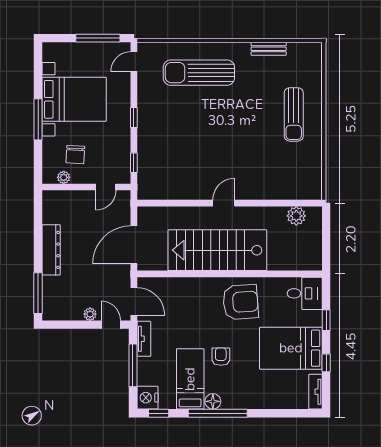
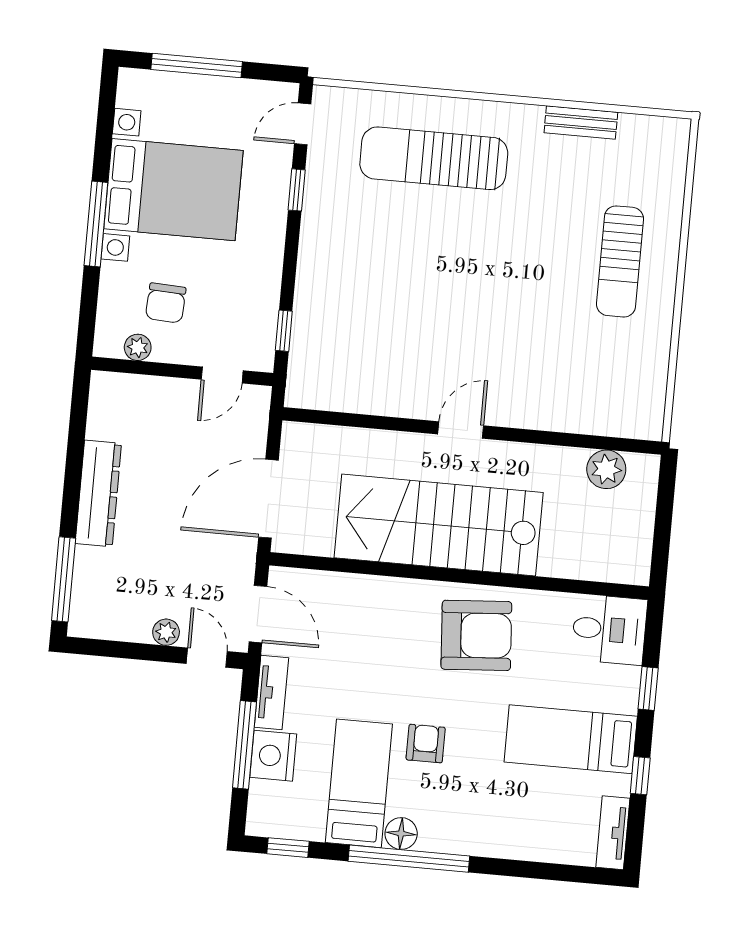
window: (98, 38) -> (197, 65), moved
window: (134, 117) -> (297, 190), moved
bed: (291, 348) -> (571, 739), width x0.67
nightstand: (147, 398) -> (273, 756), moved

